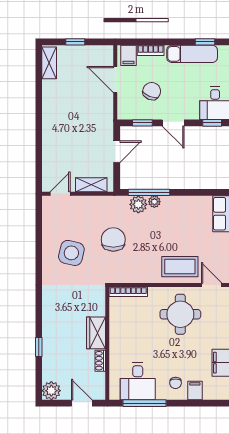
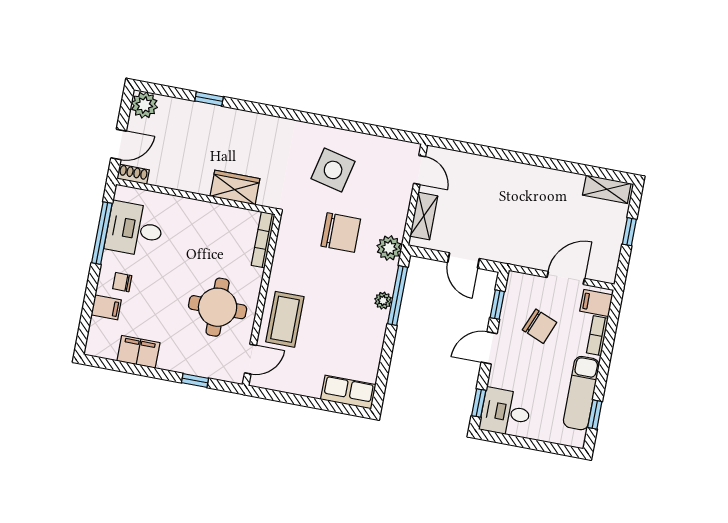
plant: (138, 204) -> (389, 248), moved
wardrobe: (96, 333) -> (235, 187), moved
shoe rack: (100, 361) -> (133, 174), moved

